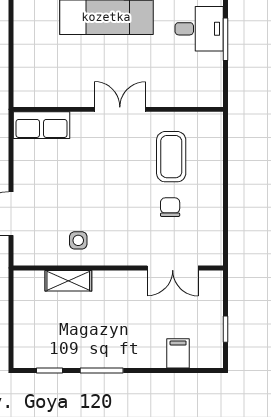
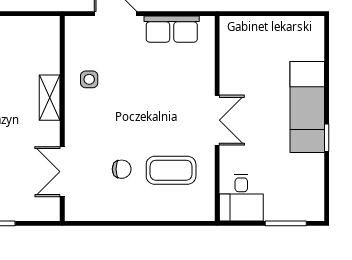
desk: (199, 29) -> (241, 198), moved
row of seats: (42, 125) -> (172, 29), moved, turned -90
shelving: (68, 281) -> (50, 98), moved

